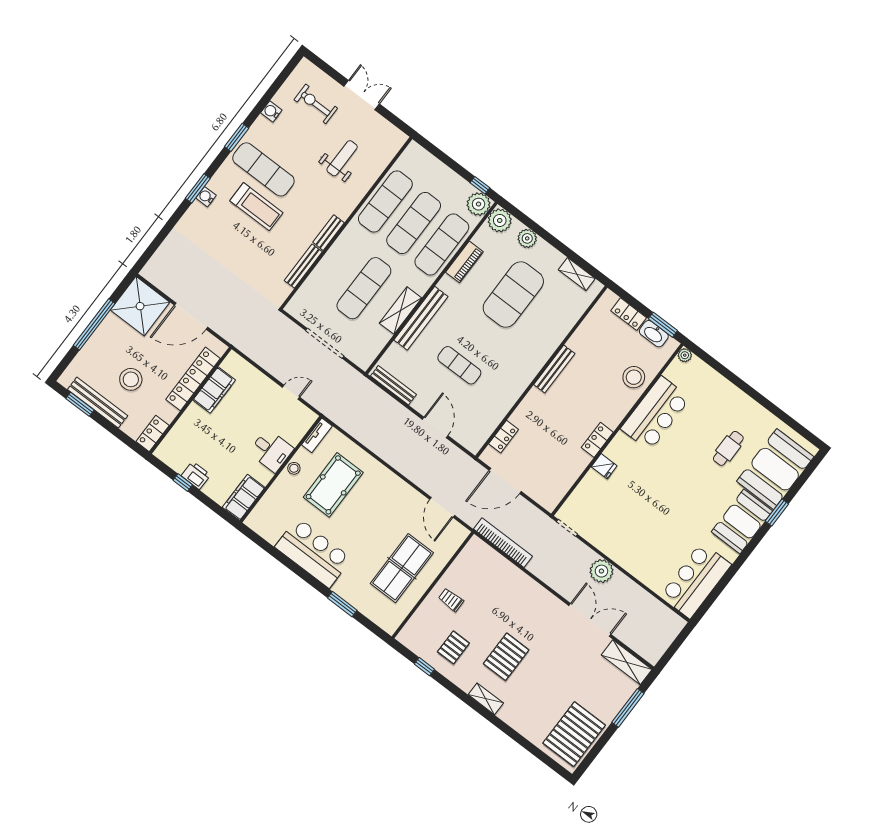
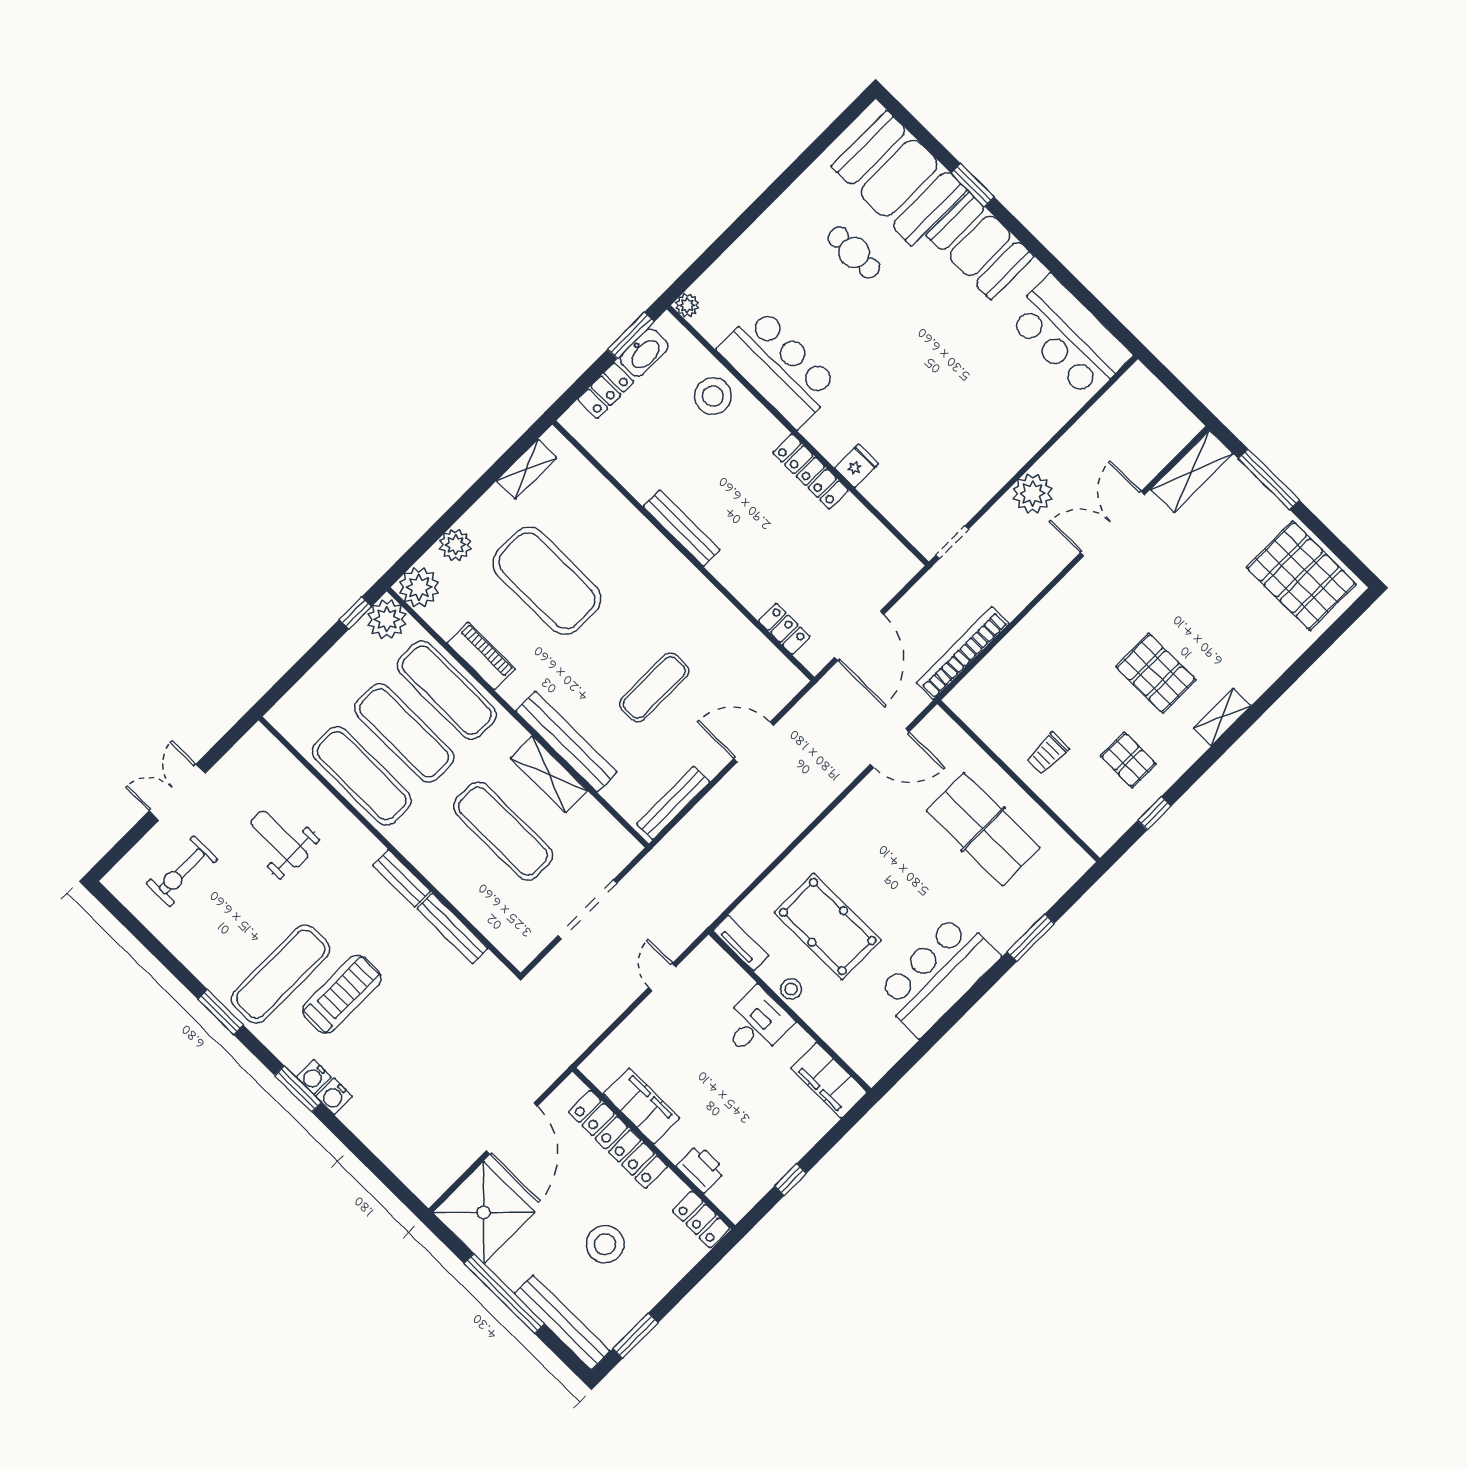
water cooler: (271, 111) -> (334, 1096), moved
bench: (98, 403) -> (562, 1322), moved, turned 90
locker: (597, 440) -> (810, 471), width x1.53
printer: (196, 475) -> (701, 1168), moved, turned 90

